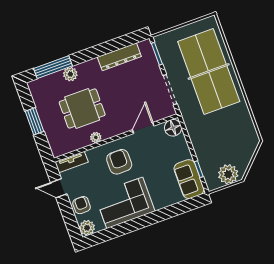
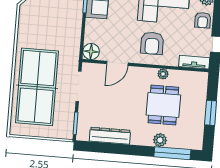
dining table: (82, 108) -> (163, 105), turned 90

